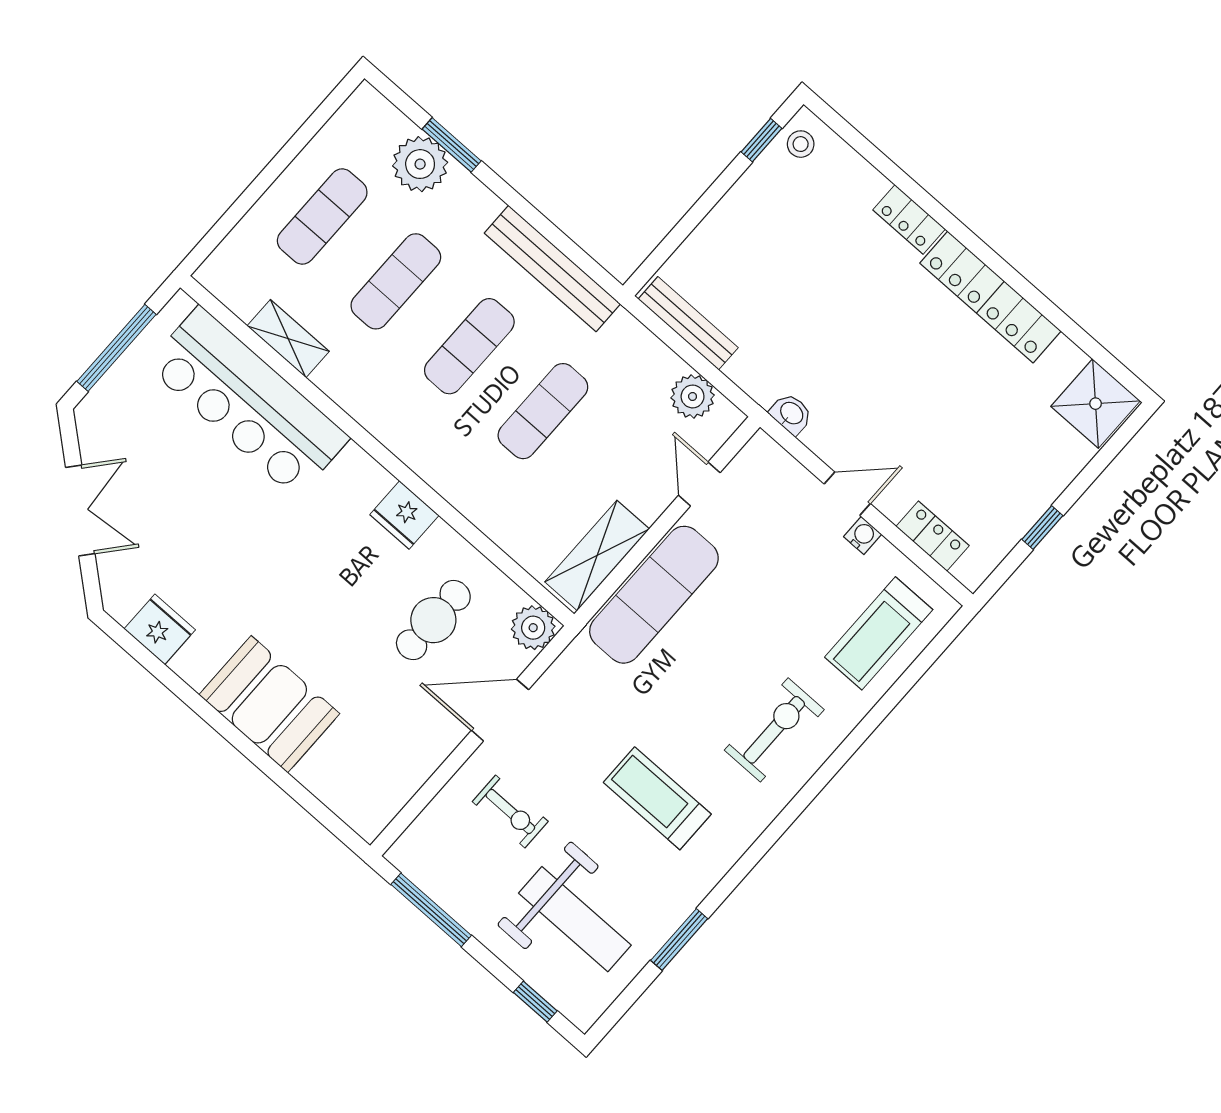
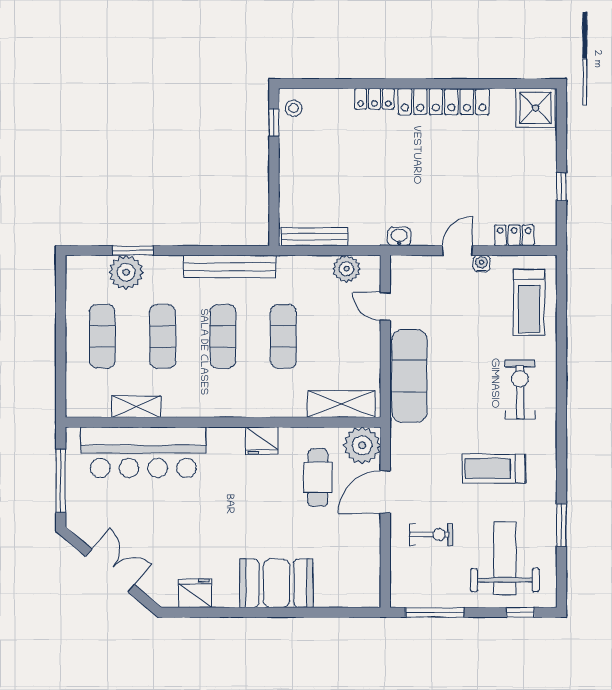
shelving: (597, 555) -> (341, 404), moved, turned 90
plant: (533, 628) -> (362, 445), width x1.36, depth x1.36
weight bench: (575, 919) -> (505, 558), turned -90

